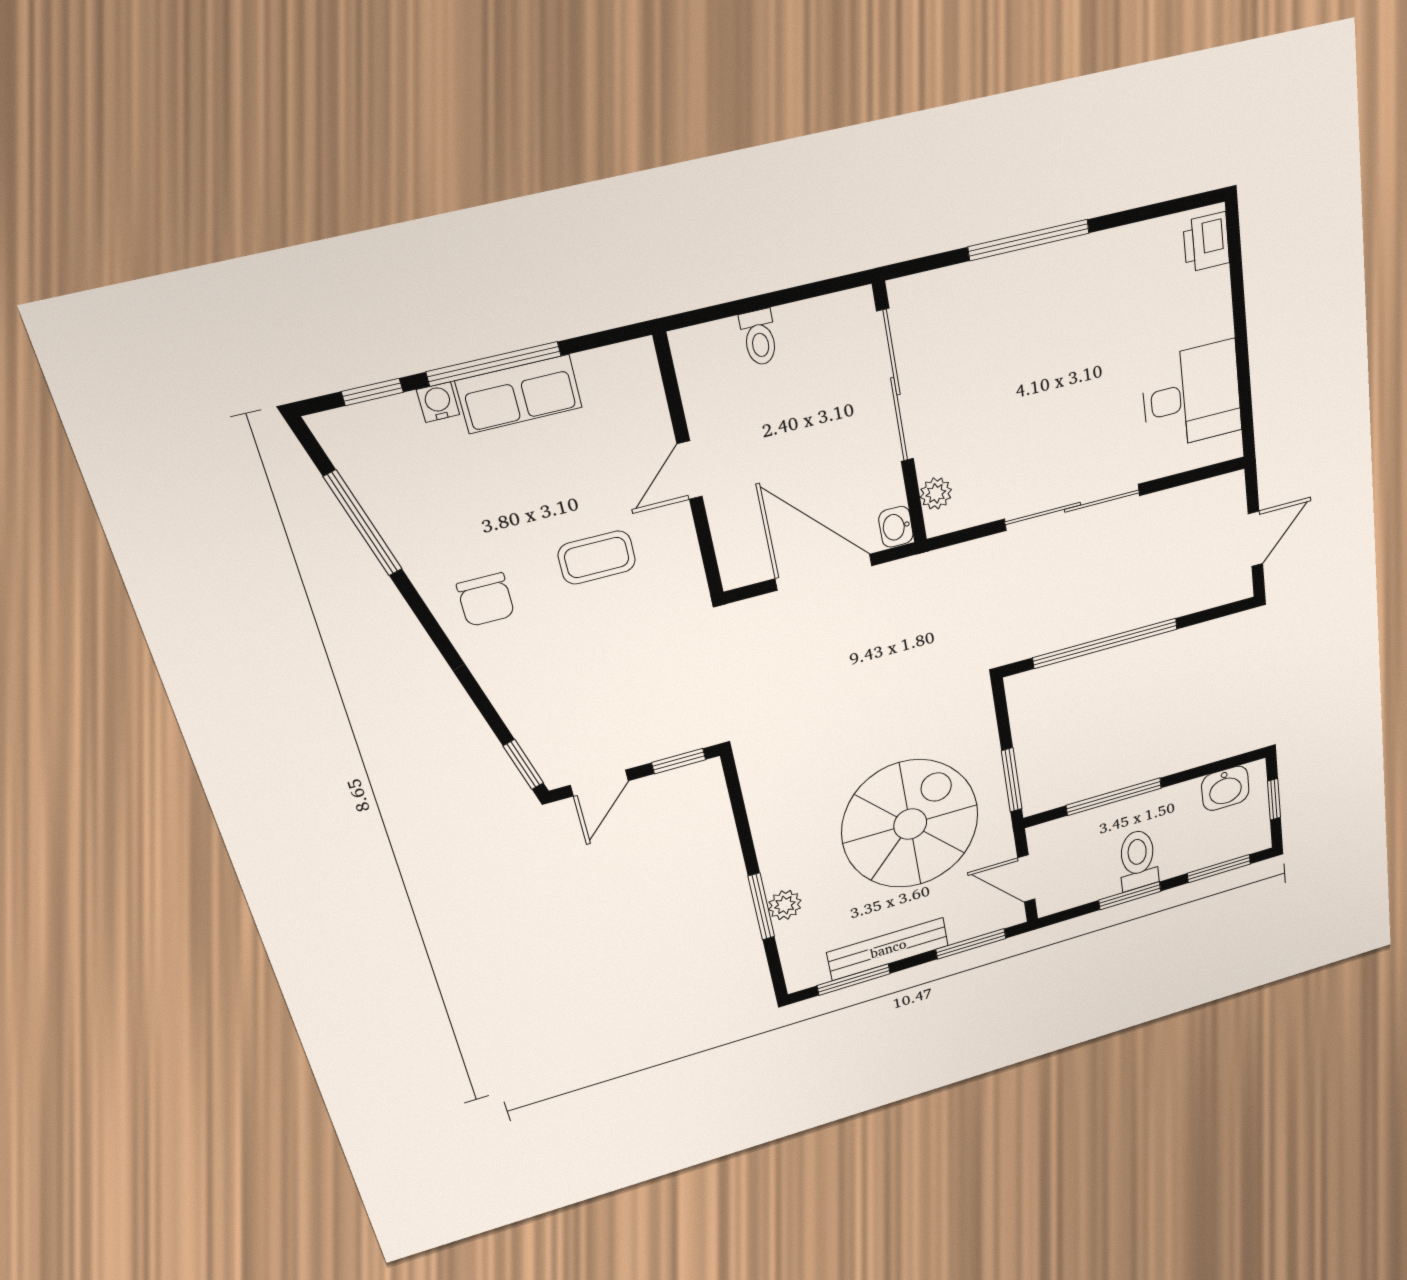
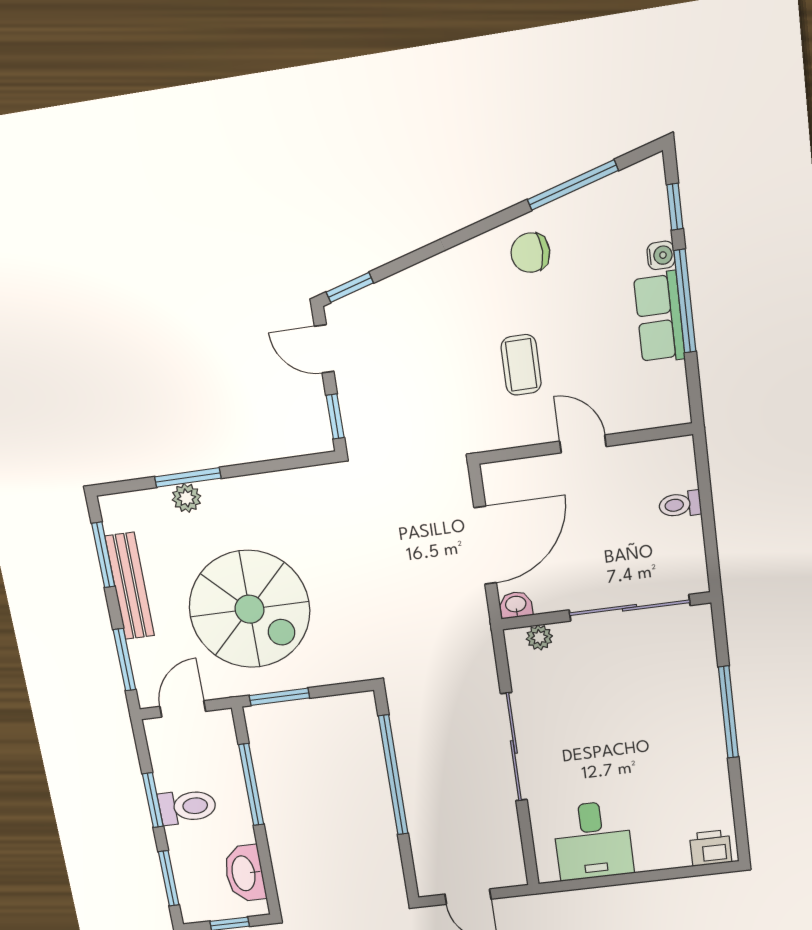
chair: (486, 600) -> (530, 253), moved
washbasin: (1225, 788) -> (245, 873), width x1.38

